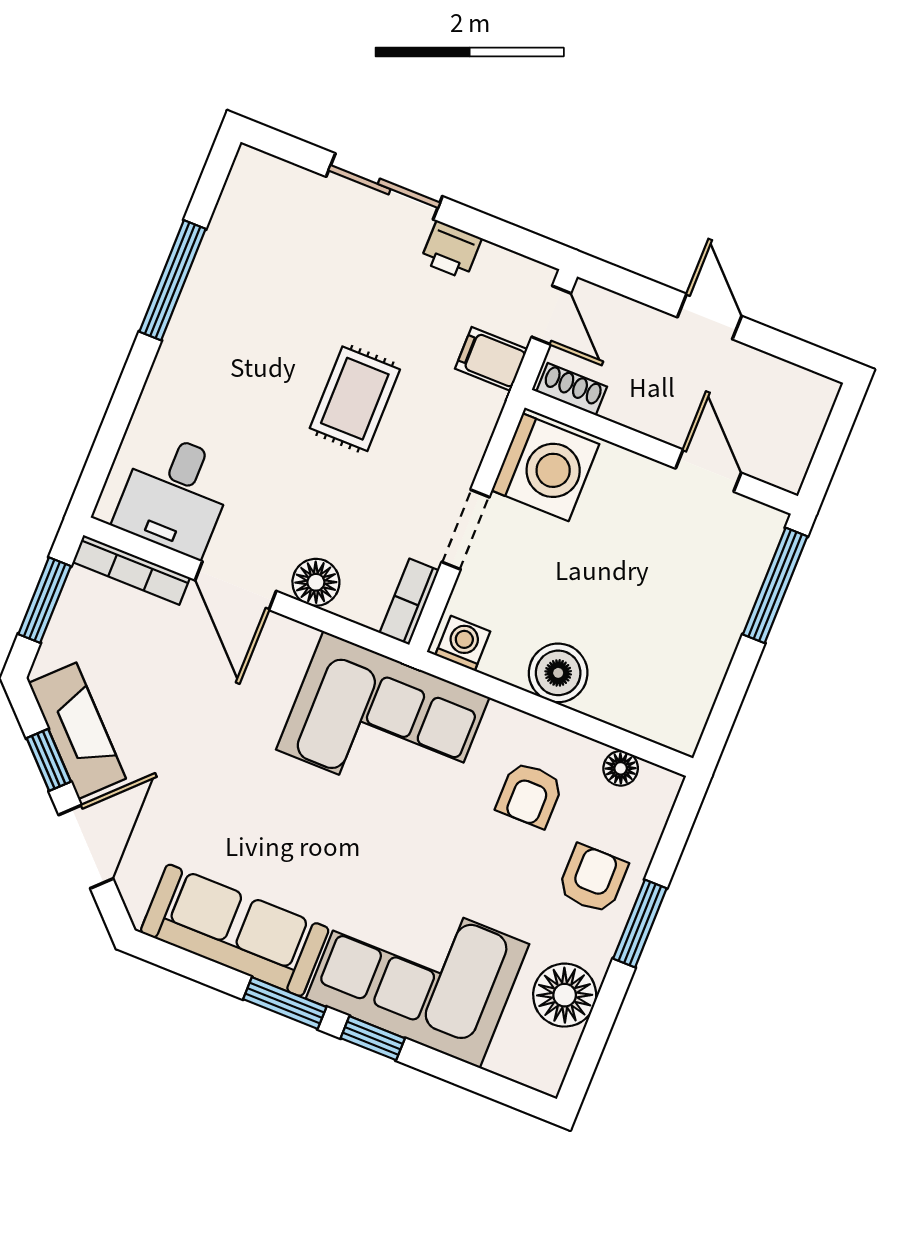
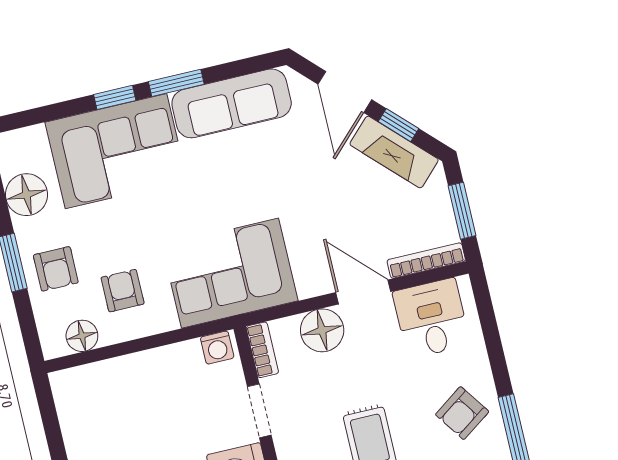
armchair: (219, 352) -> (462, 413), added
floor lamp: (316, 582) -> (322, 330), width x1.38, depth x1.38
boiler: (558, 673) -> (154, 368), removed
floor lamp: (621, 768) -> (82, 336), width x1.37, depth x1.37

